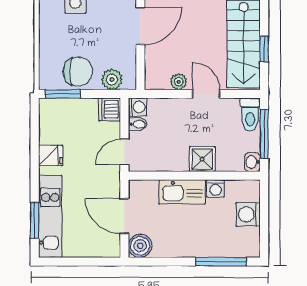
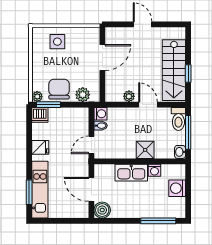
chair: (78, 71) -> (59, 89), turned -90
plant: (46, 82) -> (37, 97), added
dishwasher: (110, 109) -> (40, 115), moved, turned -90

